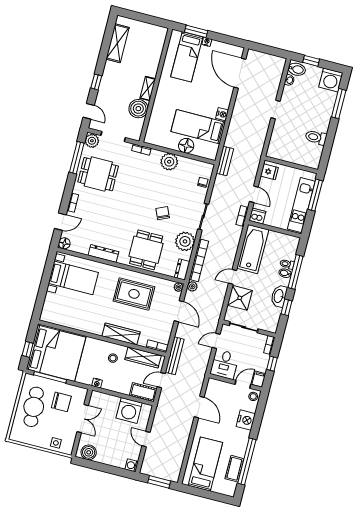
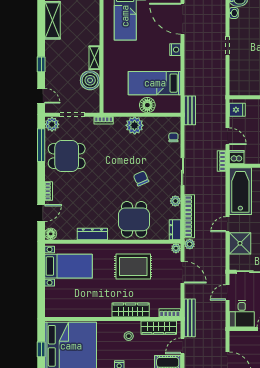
nightstand: (222, 114) -> (175, 50), moved
plant: (185, 241) -> (175, 201), width x0.53, depth x0.53

